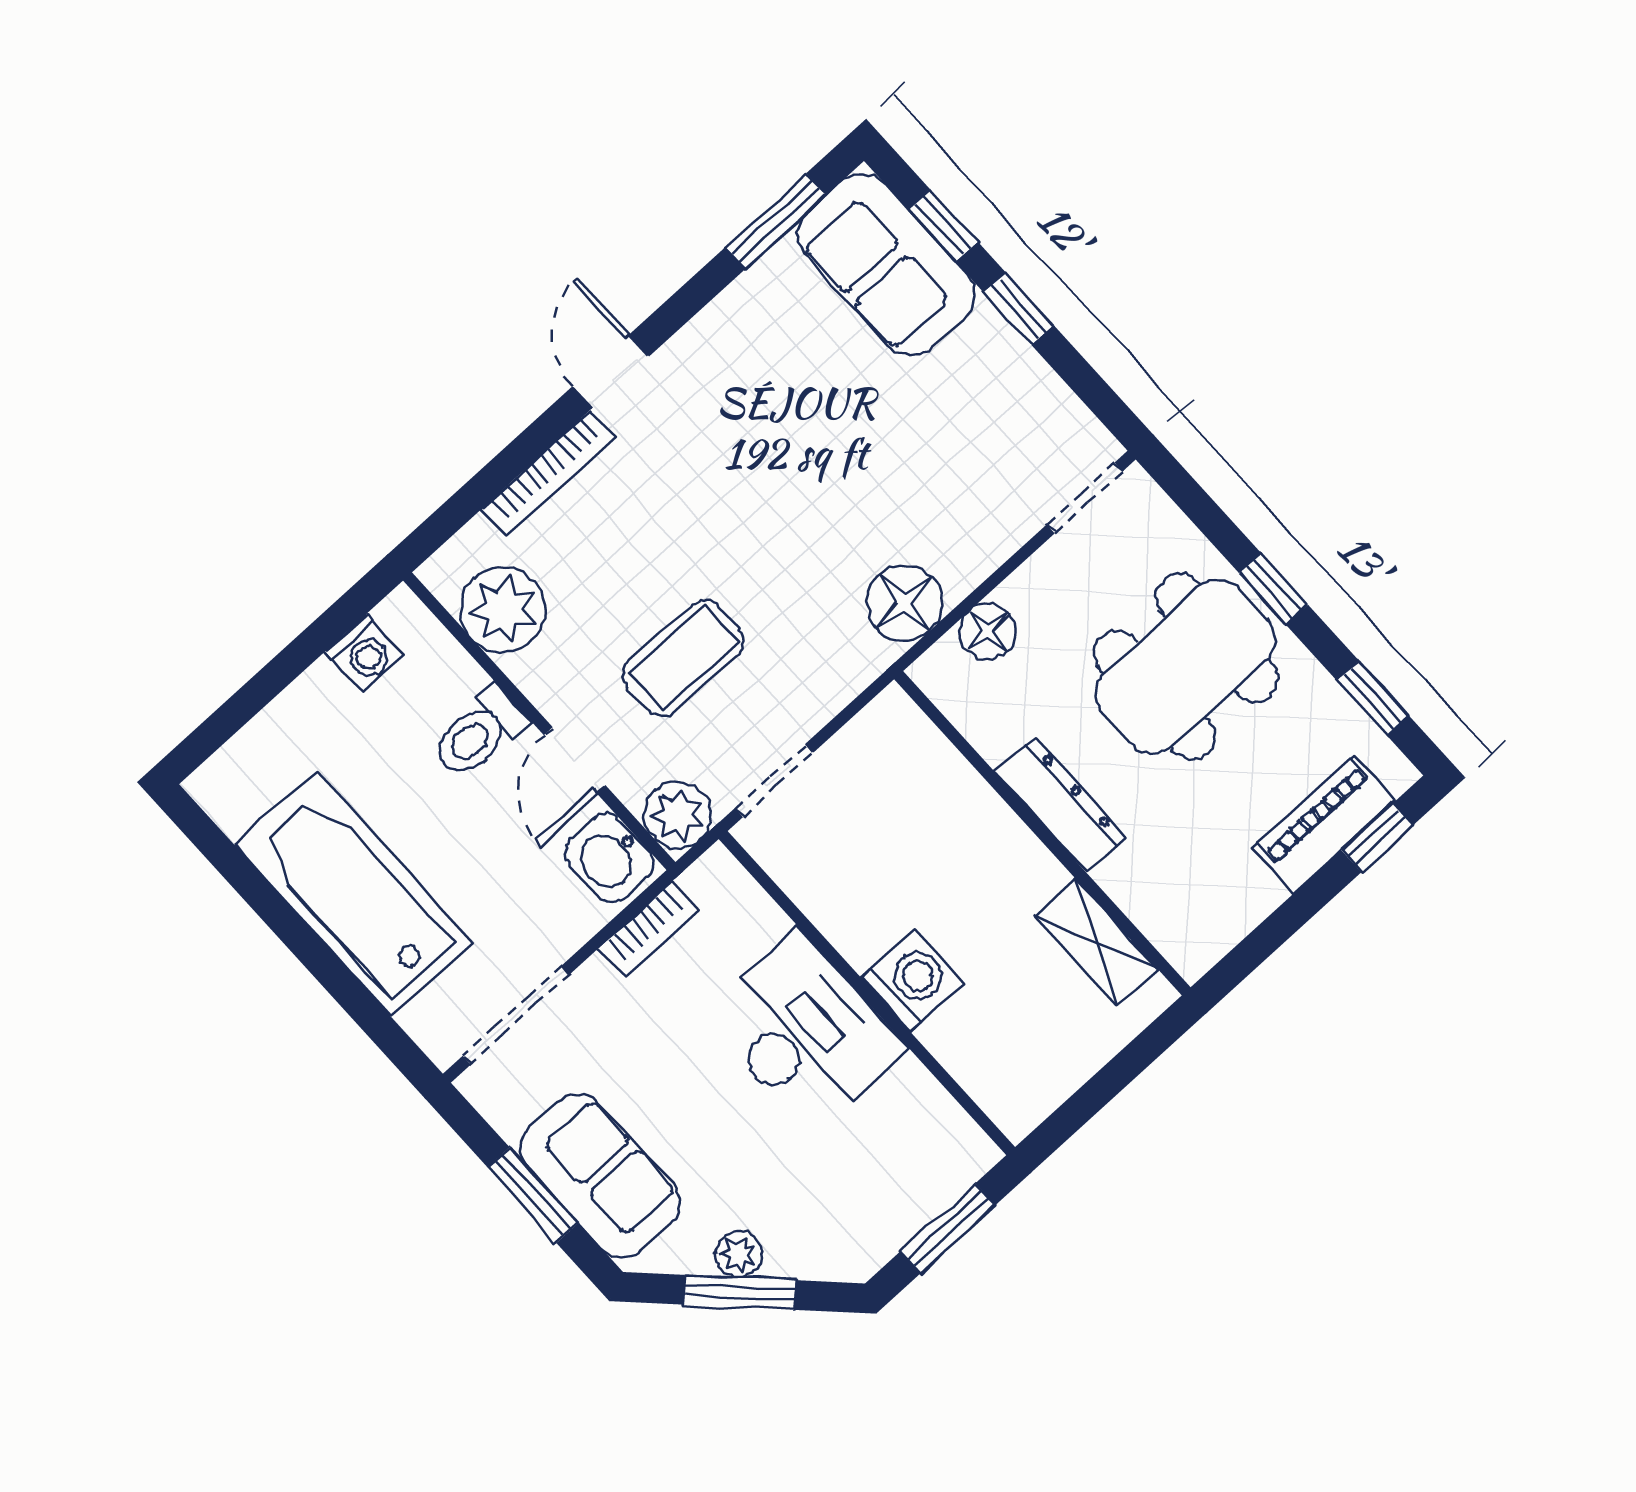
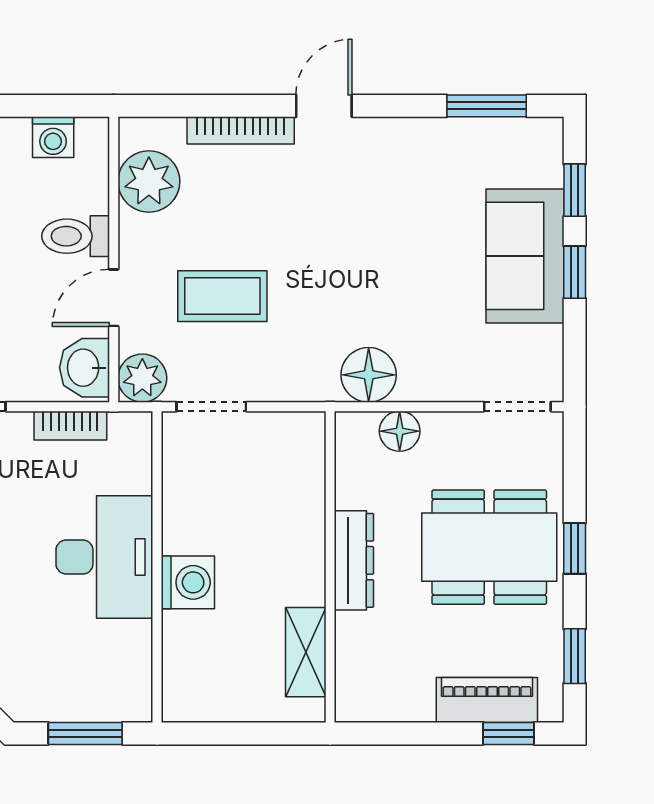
sofa: (887, 265) -> (525, 256), moved

